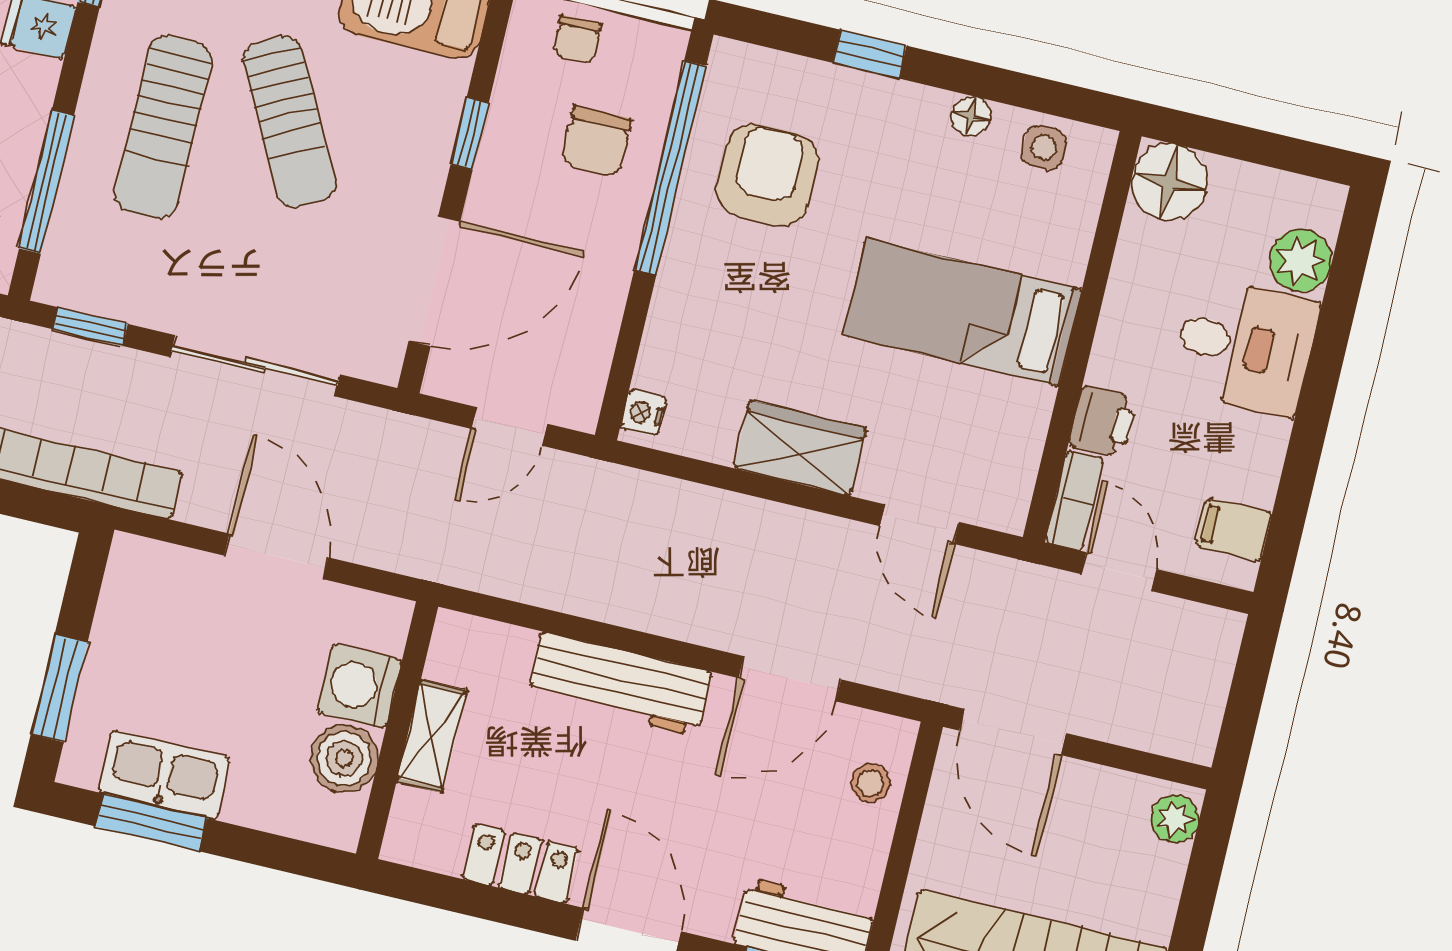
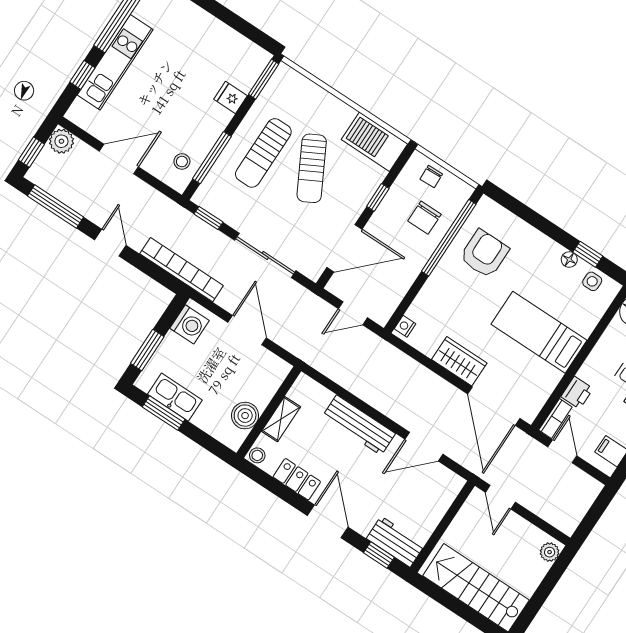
window: (870, 54) -> (588, 254), moved
door: (919, 524) -> (494, 406), width x1.87
washing machine: (359, 686) -> (190, 324), moved, turned 180
door: (1013, 732) -> (500, 497), width x0.73
stool: (870, 783) -> (257, 455), moved

